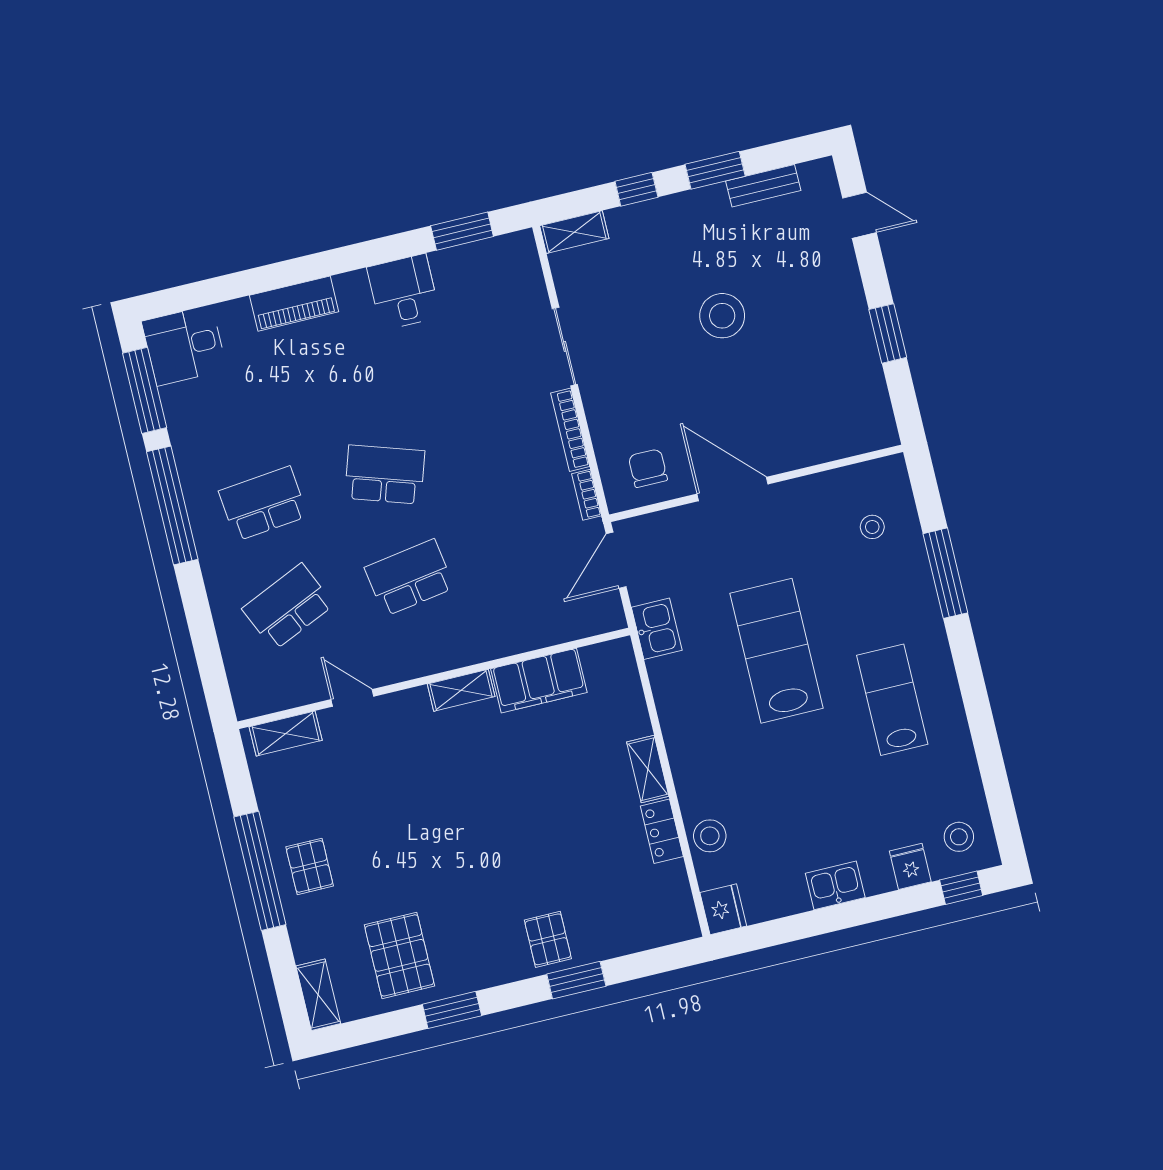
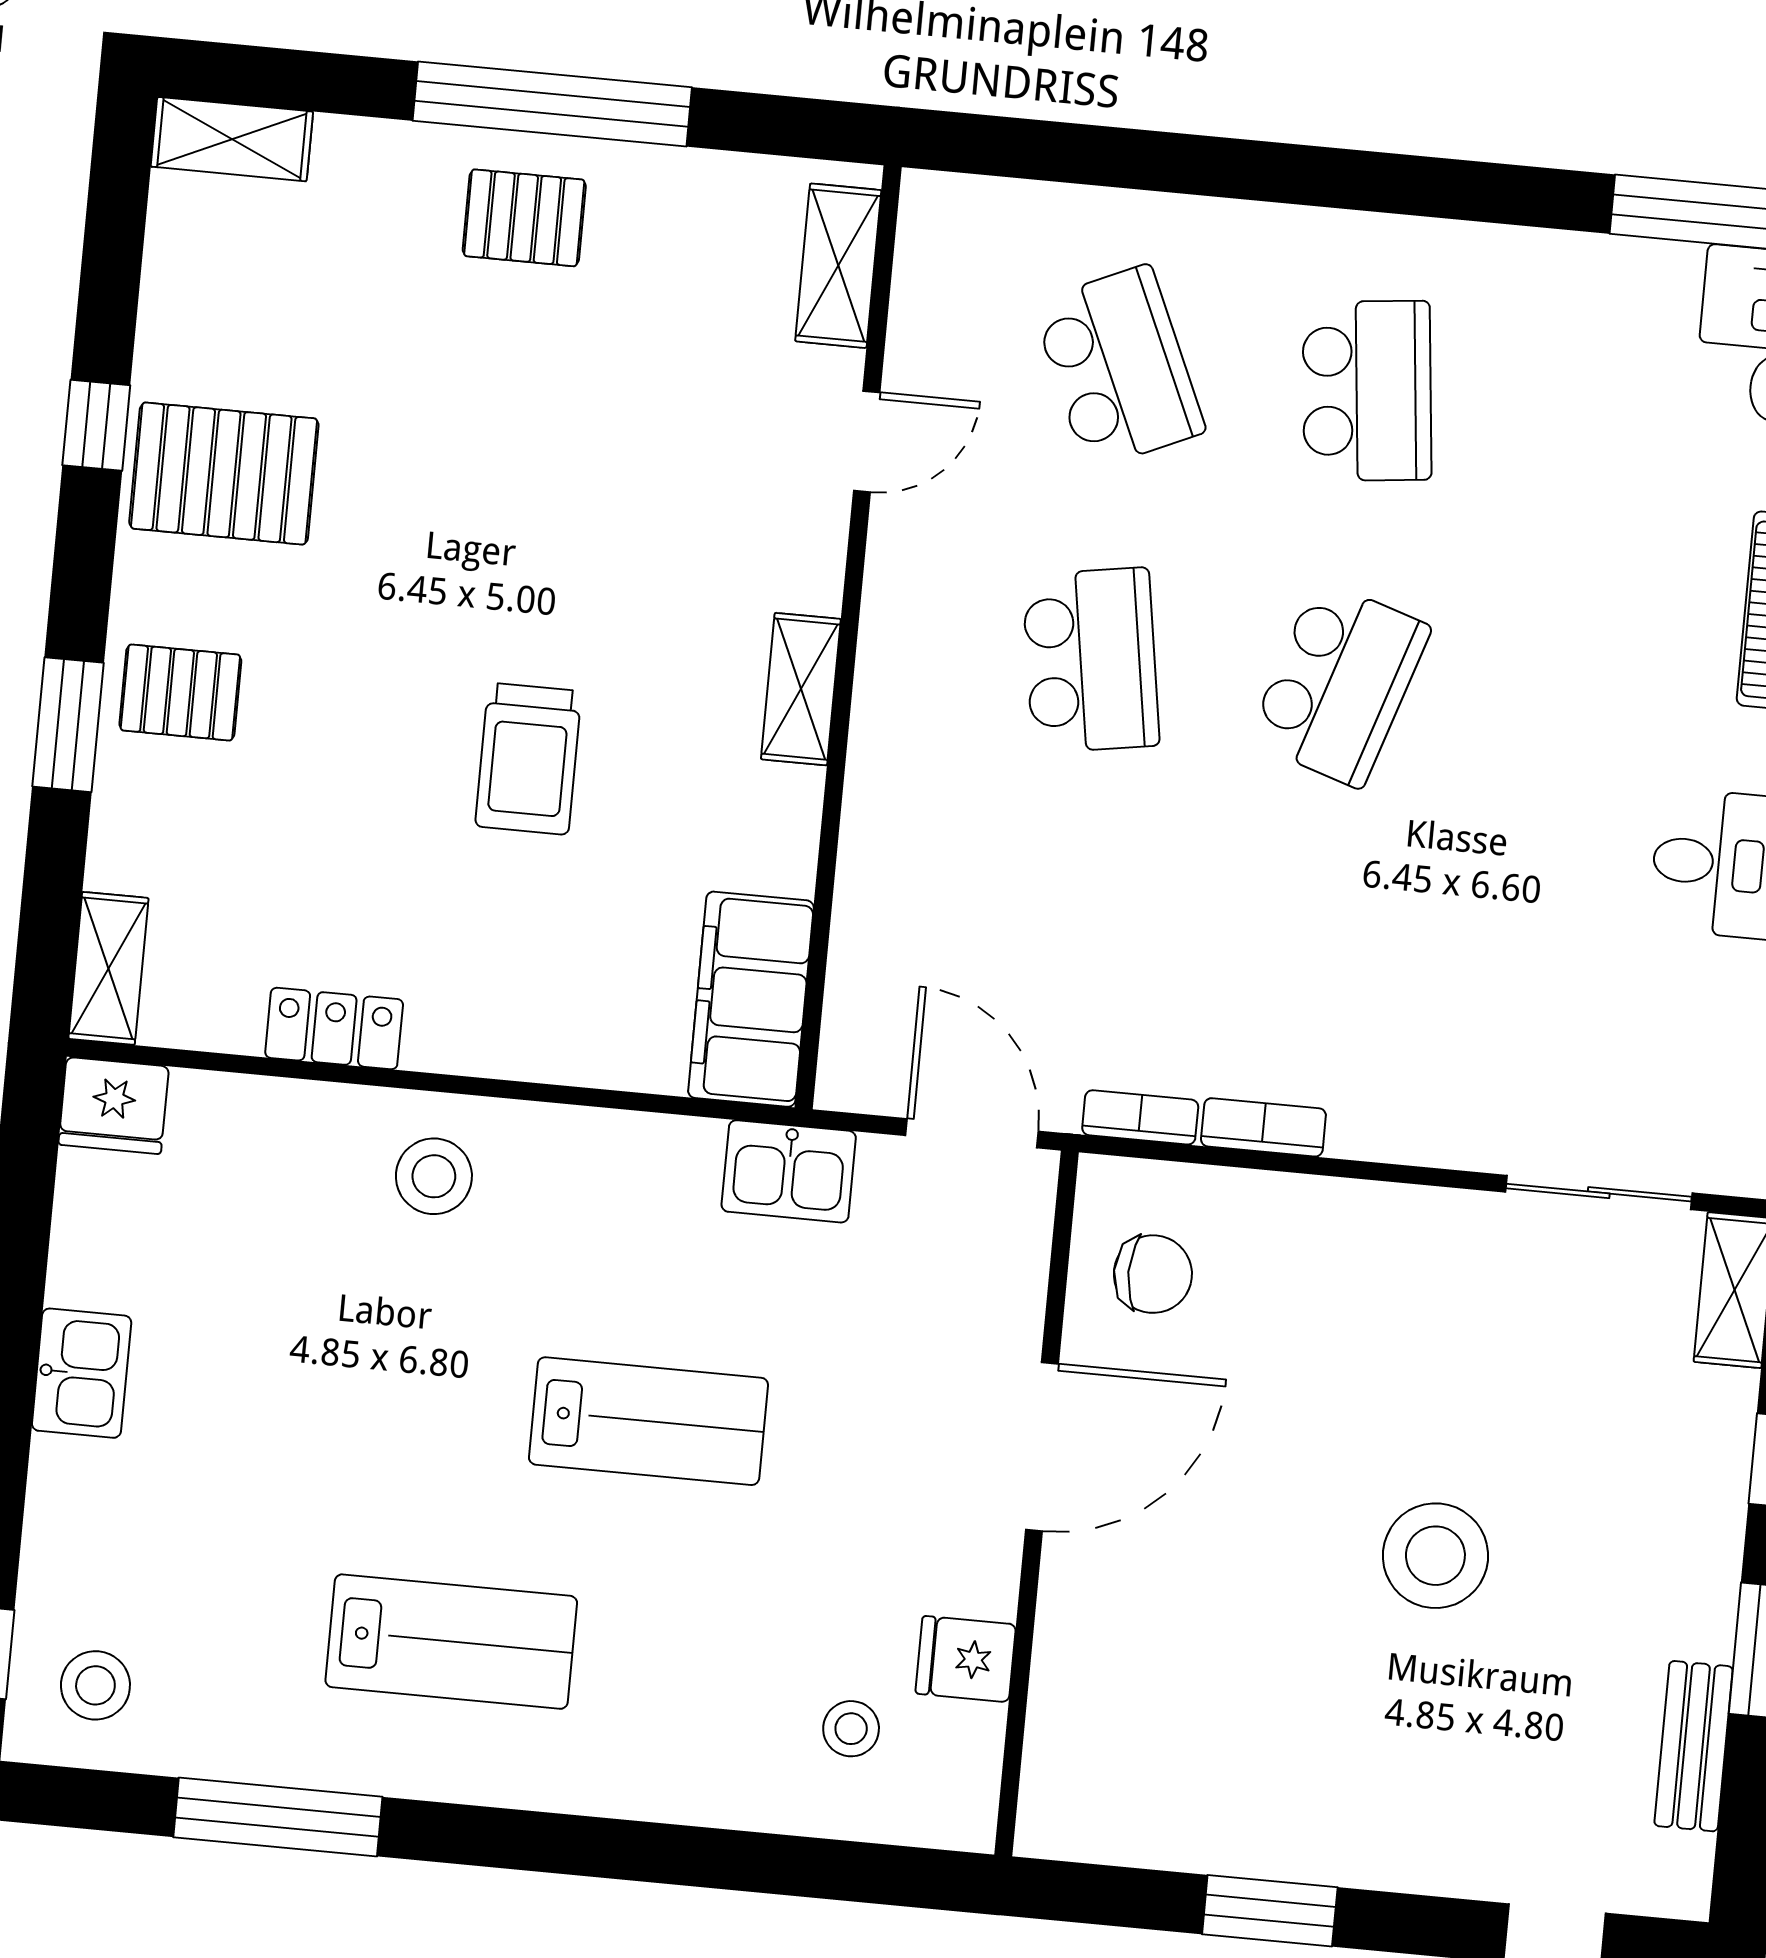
sliding door: (565, 346) -> (1599, 1193), moved
bookcase: (570, 430) -> (1263, 1127), width x0.64
window: (172, 505) -> (1432, 187), removed
window: (945, 573) -> (278, 1817), moved
lab bench: (776, 651) -> (648, 1421), width x0.73, depth x0.72
filing cabinet: (539, 681) -> (751, 999), moved
shelving: (648, 769) -> (108, 968), moved, turned 90
trolley: (527, 790) -> (528, 759), added
stool: (710, 836) -> (434, 1176), moved
fridge: (910, 866) -> (966, 1659), moved, turned 180
pallet: (399, 955) -> (224, 474), moved
window: (452, 1010) -> (96, 425), width x0.67

